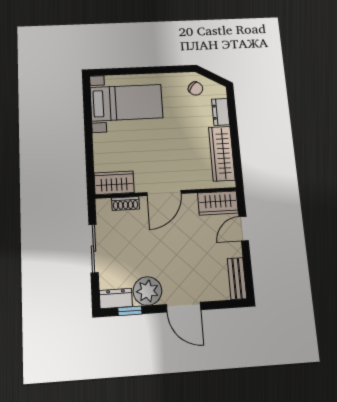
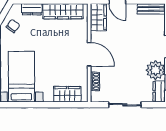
wardrobe: (114, 183) -> (67, 94), moved, turned 90

